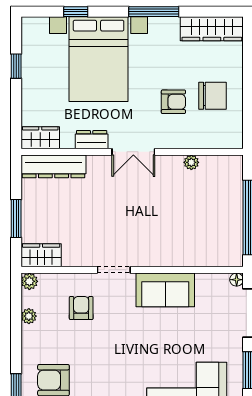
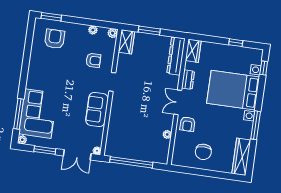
window: (76, 12) -> (264, 68), moved
armchair: (173, 102) -> (187, 124), moved

